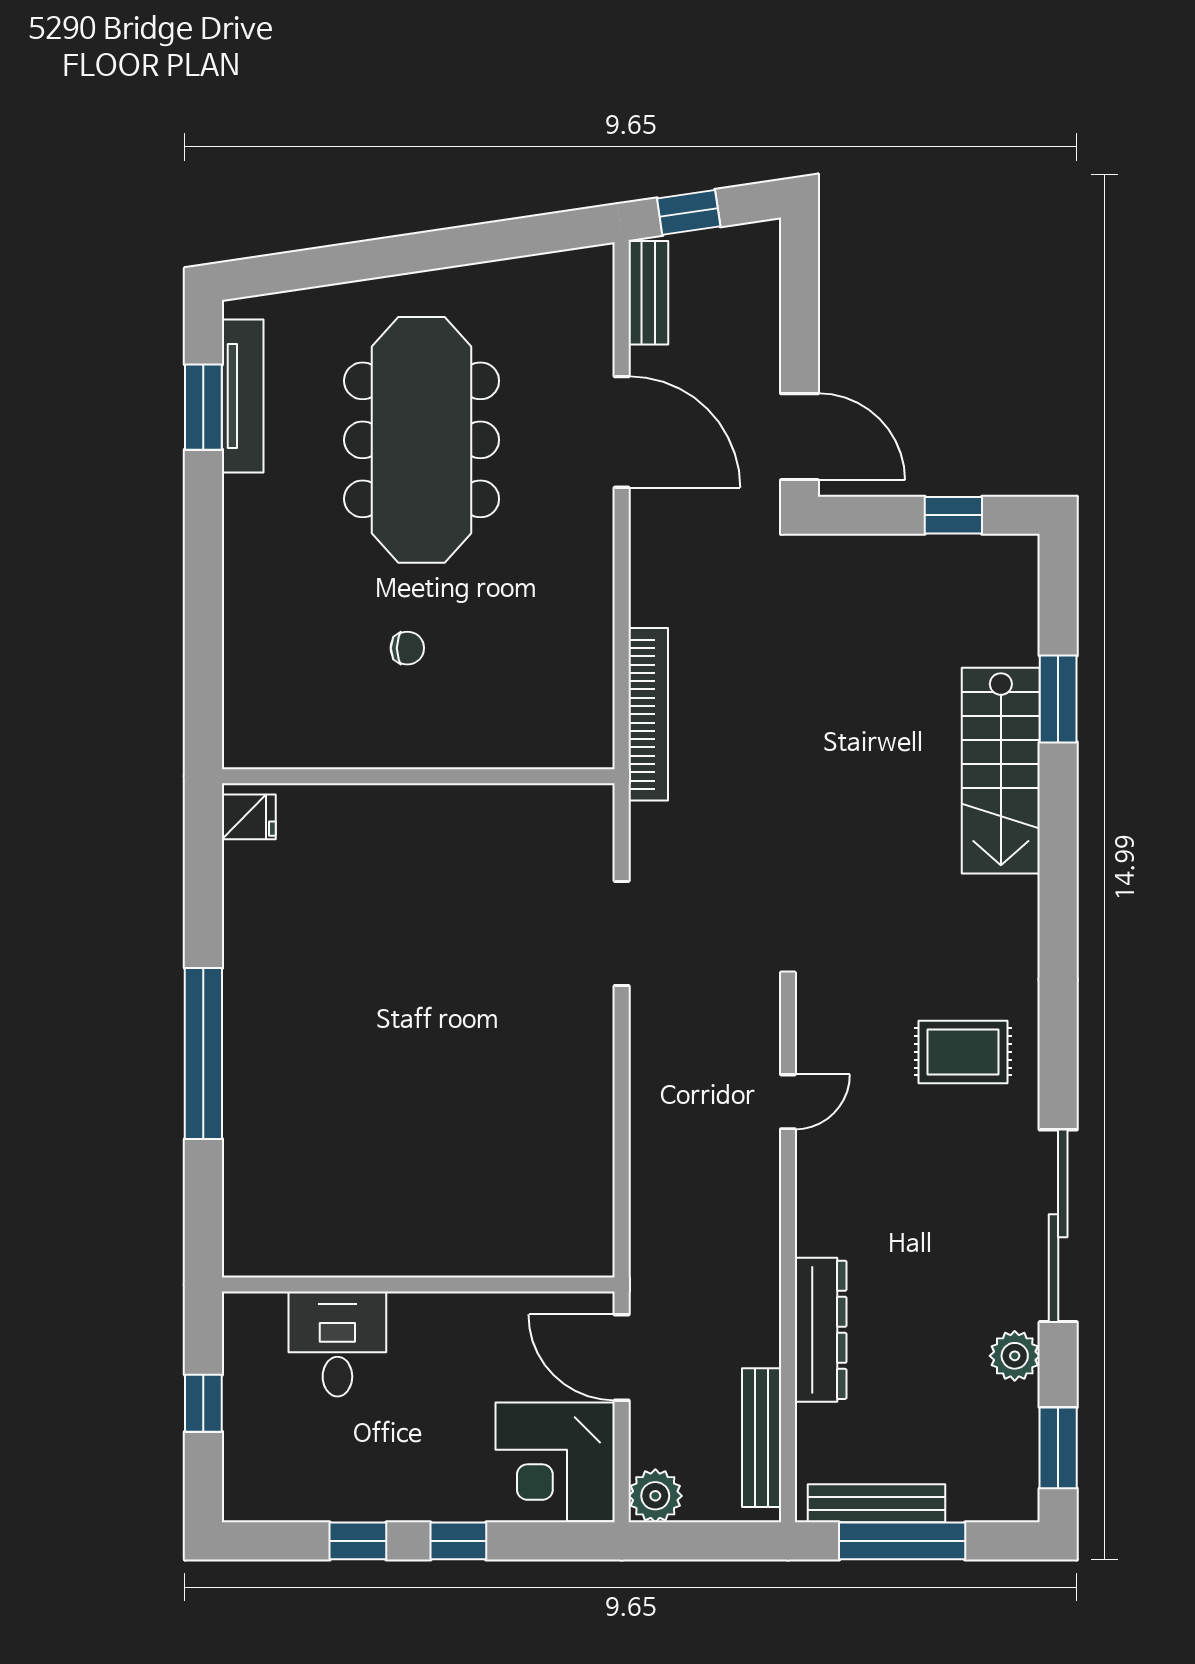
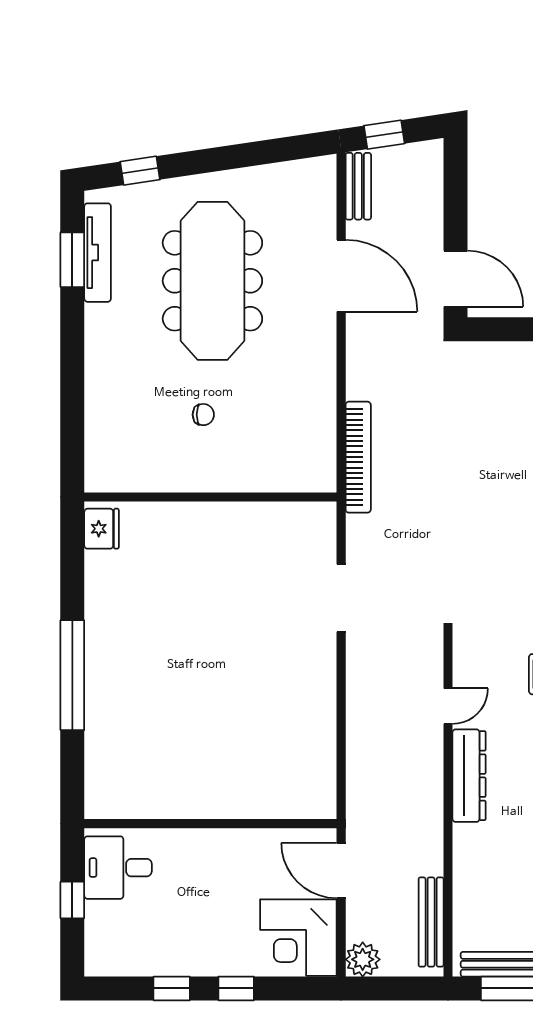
window: (309, 269) -> (140, 171), added
fridge: (249, 817) -> (101, 529), width x1.38
dresser: (821, 1330) -> (469, 776), moved
desk: (337, 1344) -> (118, 868), moved, turned -90

